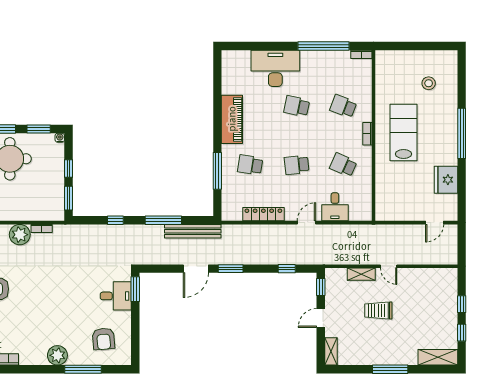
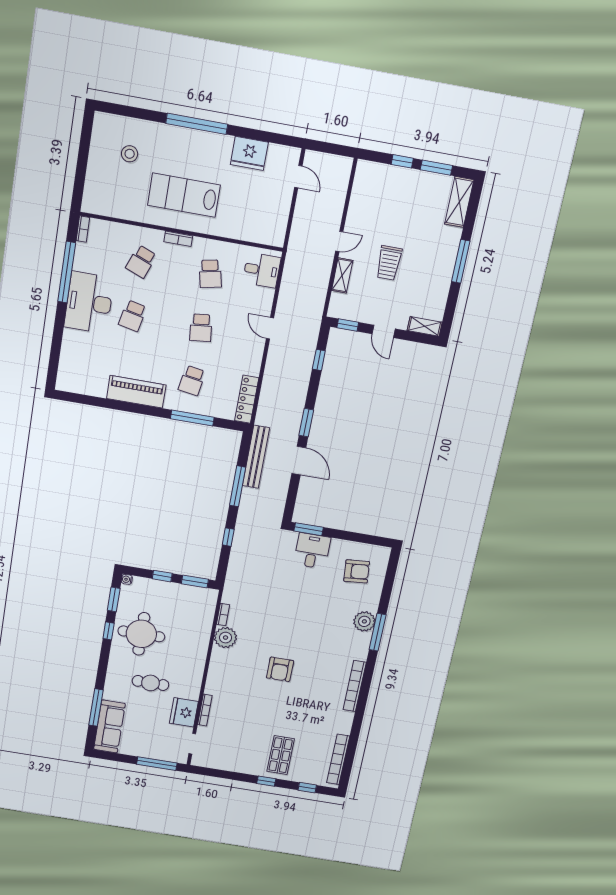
desk: (275, 68) -> (89, 302), moved
school desk: (343, 165) -> (210, 274), turned -36
desk: (335, 207) -> (262, 270), moved
locker: (263, 214) -> (247, 399), moved
window: (462, 333) -> (436, 168), width x1.50
window: (83, 369) -> (378, 632), moved

